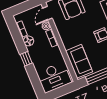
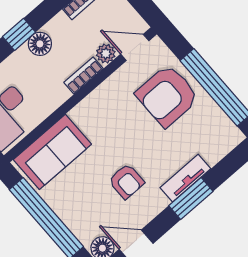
floor lamp: (29, 41) -> (40, 44), moved

